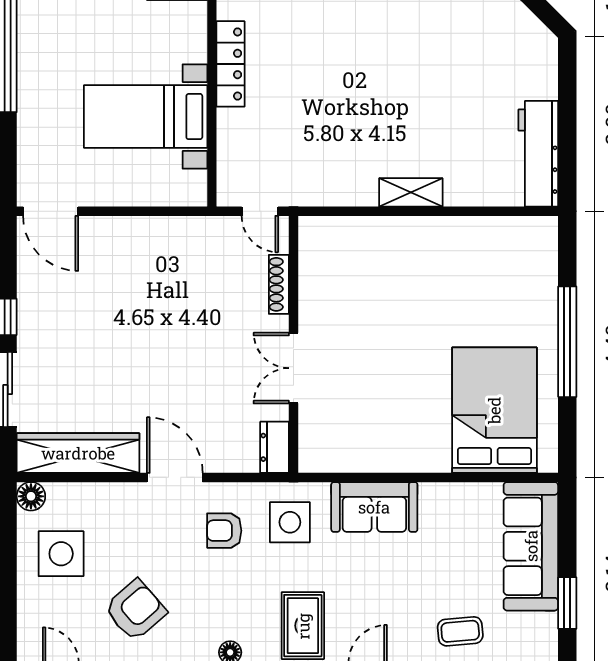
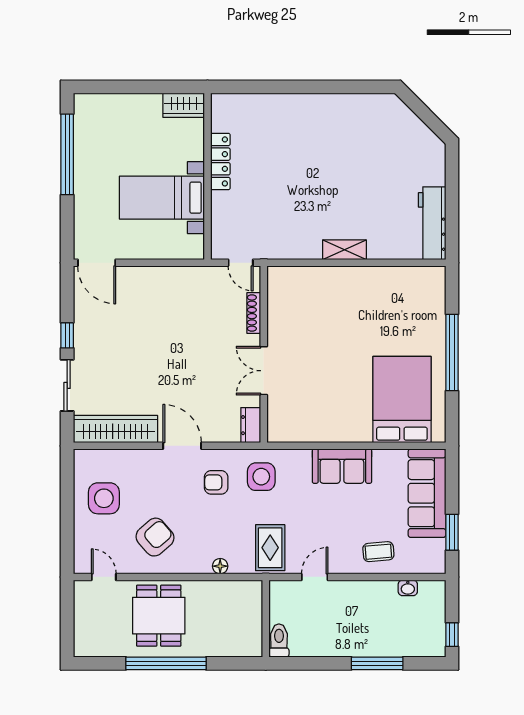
floor lamp: (31, 496) -> (83, 459), removed
sofa: (374, 507) -> (342, 466), moved

